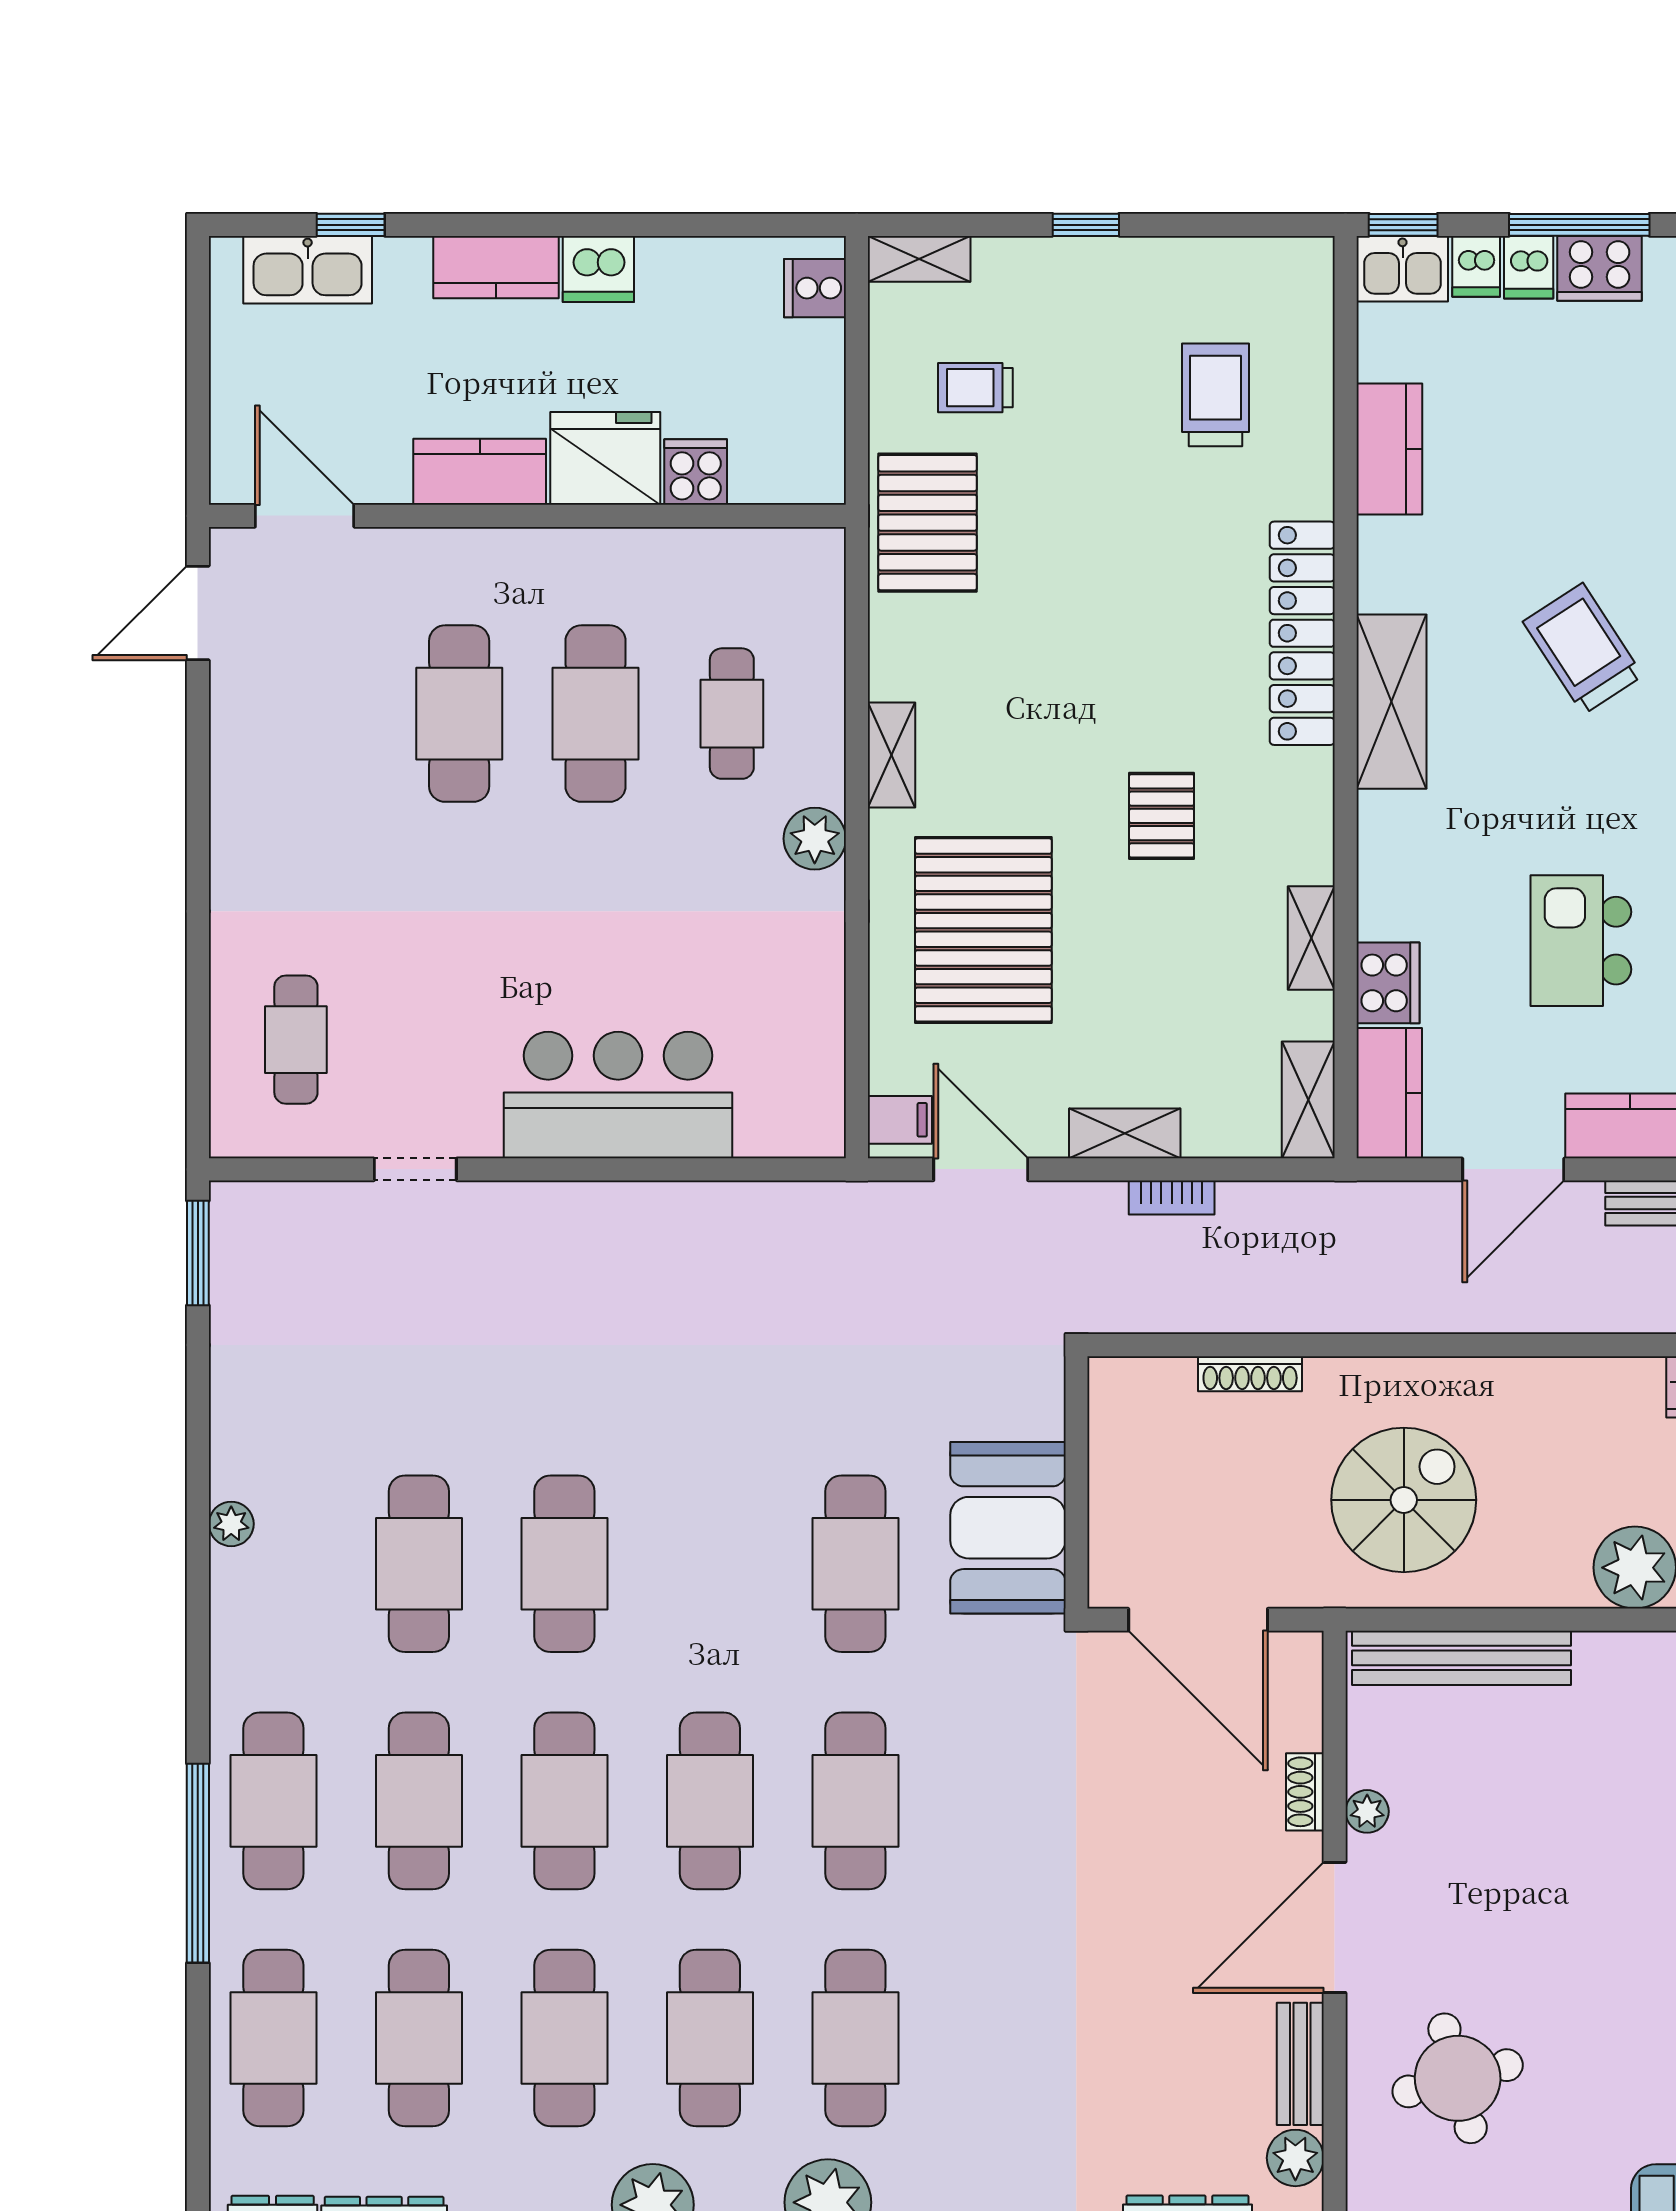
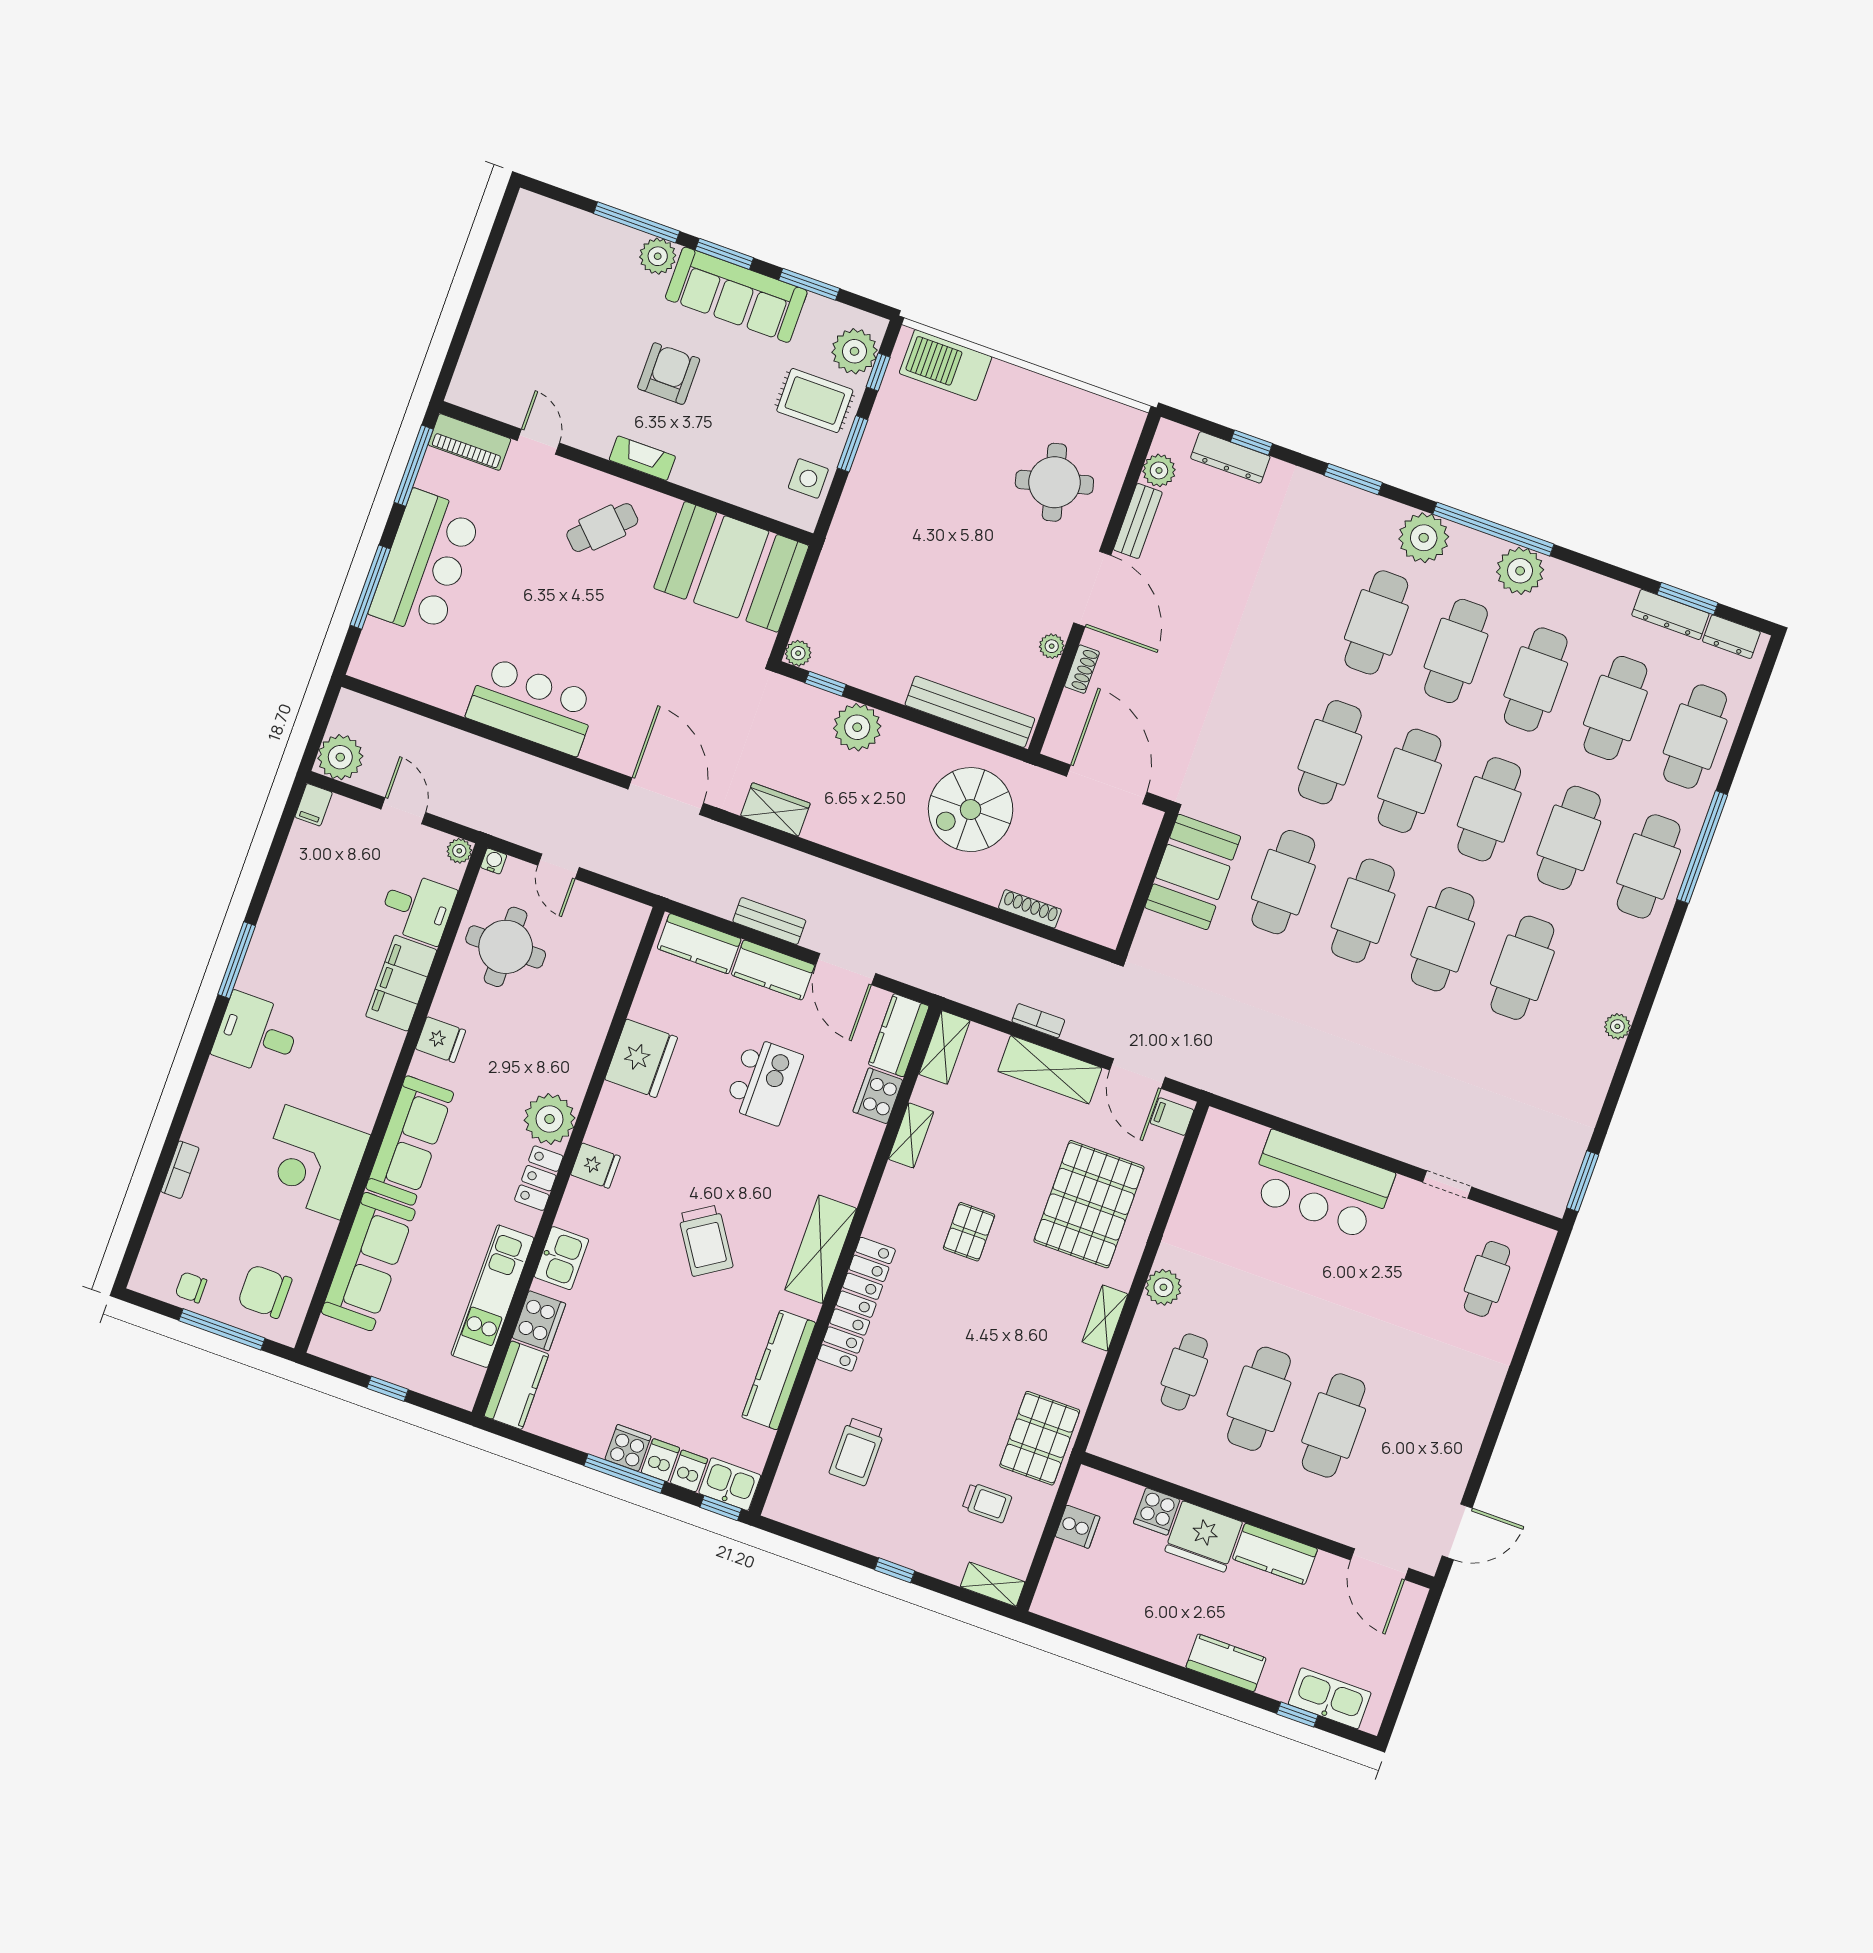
cooker: (1600, 268) -> (628, 1448), width x0.73
dishwasher: (598, 269) -> (1170, 1642), removed
cooker: (815, 288) -> (1078, 1527), moved
kitchen counter: (1389, 449) -> (779, 1370), width x1.50
shelving: (1125, 1133) -> (1050, 1070), width x1.50, depth x1.33
door: (1513, 1169) -> (846, 969), swing flipped
cafe table: (710, 1564) -> (1363, 911), added
door: (1335, 1927) -> (1092, 589), hinge flipped

